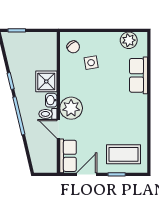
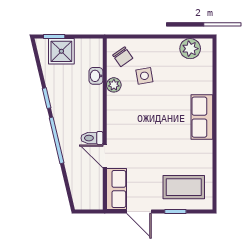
row of seats: (138, 75) -> (202, 117), moved
shower: (46, 81) -> (61, 51), moved
washbasin: (51, 100) -> (96, 76), moved
plant: (71, 108) -> (114, 85), moved, width x0.53, depth x0.53
door: (87, 174) -> (139, 212), swing flipped

